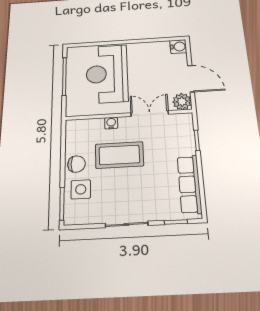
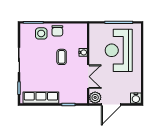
reception desk: (107, 74) -> (119, 50), turned -90
coffee table: (119, 155) -> (62, 57), width x0.54, depth x0.58

